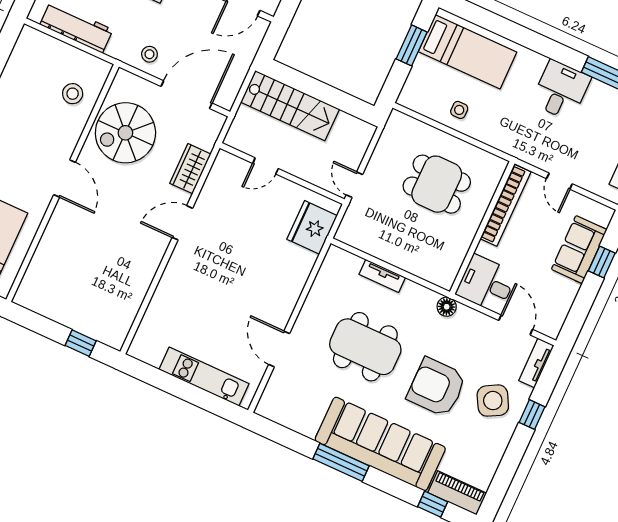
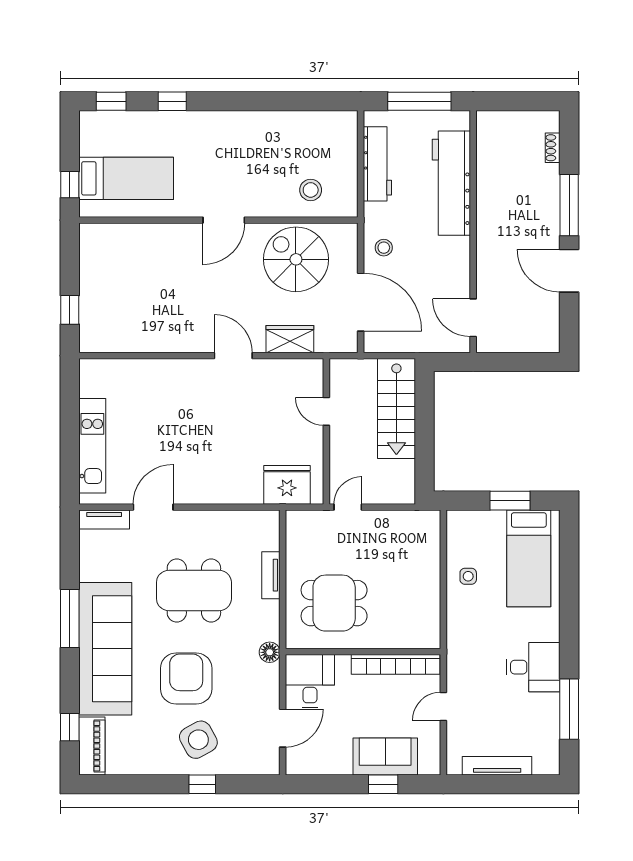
dining table: (437, 184) -> (334, 603), moved, turned 90
dining table: (365, 347) -> (194, 590), turned 90
tv unit: (536, 363) -> (104, 519), moved, turned 180

